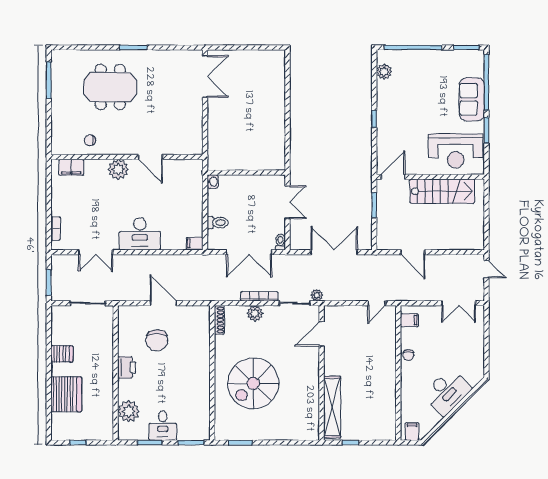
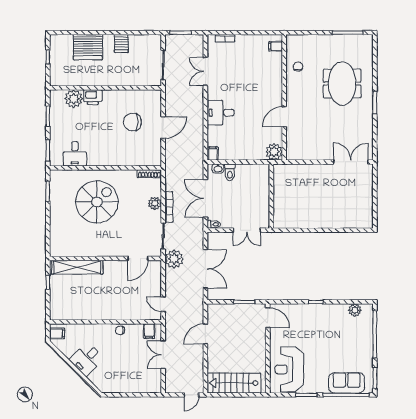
double door: (205, 77) -> (351, 162), swing flipped
sofa: (472, 99) -> (347, 383), moved
filing cabinet: (71, 167) -> (276, 46), width x0.50
plant: (118, 169) -> (274, 152), moved
washbasin: (213, 182) -> (218, 168), moved
stairs: (442, 191) -> (234, 383), moved, turned 90
desk: (140, 234) -> (221, 113), width x0.73
plant: (317, 295) -> (174, 259), width x1.88, depth x1.88
double door: (459, 303) -> (163, 355), moved
door: (322, 334) -> (138, 258), swing flipped
printer: (127, 367) -> (93, 97), moved
spiral stairs: (253, 383) -> (97, 202), turned 90
desk: (447, 392) -> (87, 359), width x0.73
desk: (163, 426) -> (75, 154), moved, turned -90

